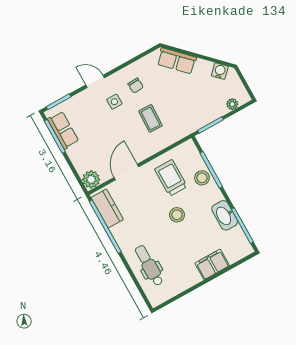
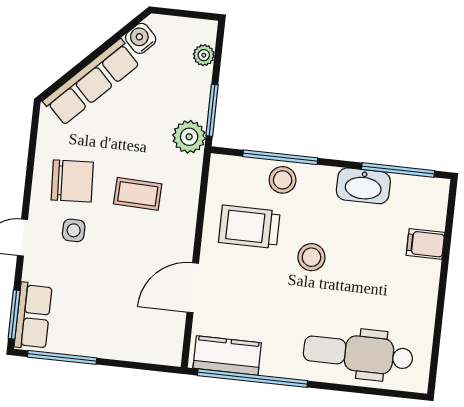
row of seats: (177, 61) -> (92, 82), width x1.48
chair: (136, 86) -> (72, 181), width x1.87, depth x1.87
row of seats: (63, 130) -> (33, 316), moved, turned 90
door: (126, 172) -> (193, 288), hinge flipped
plant: (91, 179) -> (189, 137), moved
filing cabinet: (212, 264) -> (425, 244), width x0.50
dental chair: (149, 266) -> (358, 354), width x1.36, depth x1.38

